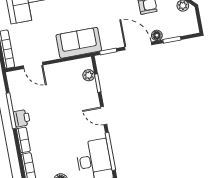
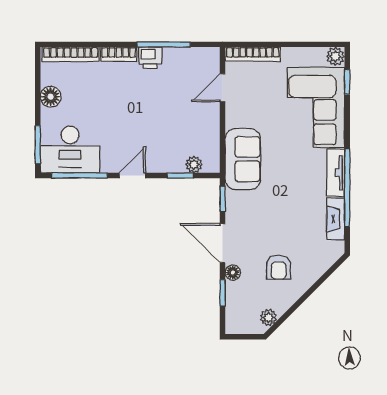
door: (138, 46) -> (223, 243), swing flipped

